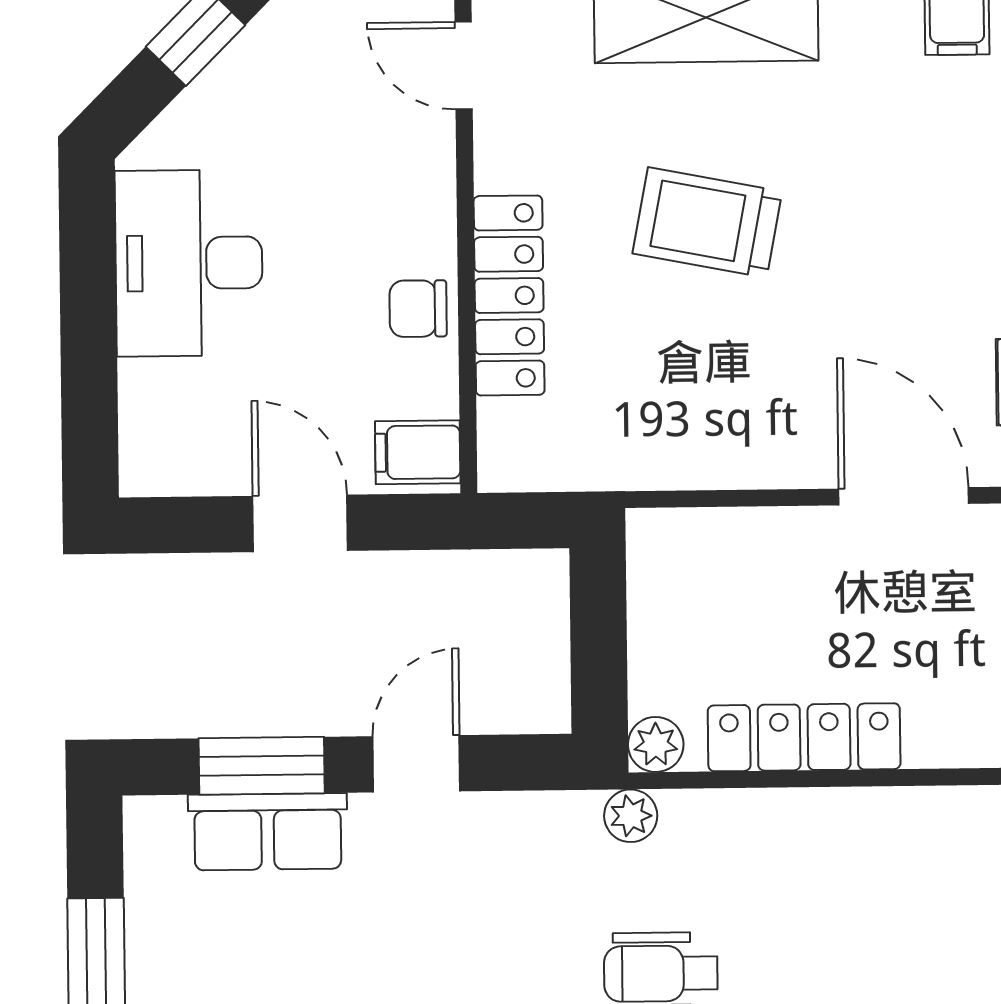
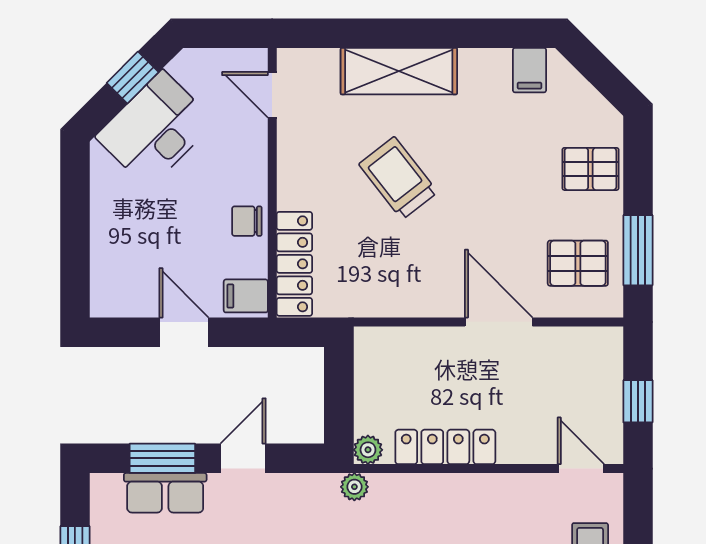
trolley: (707, 222) -> (398, 178), turned 41
desk: (189, 263) -> (155, 129), moved, turned 45
locker: (509, 295) -> (294, 264), moved

